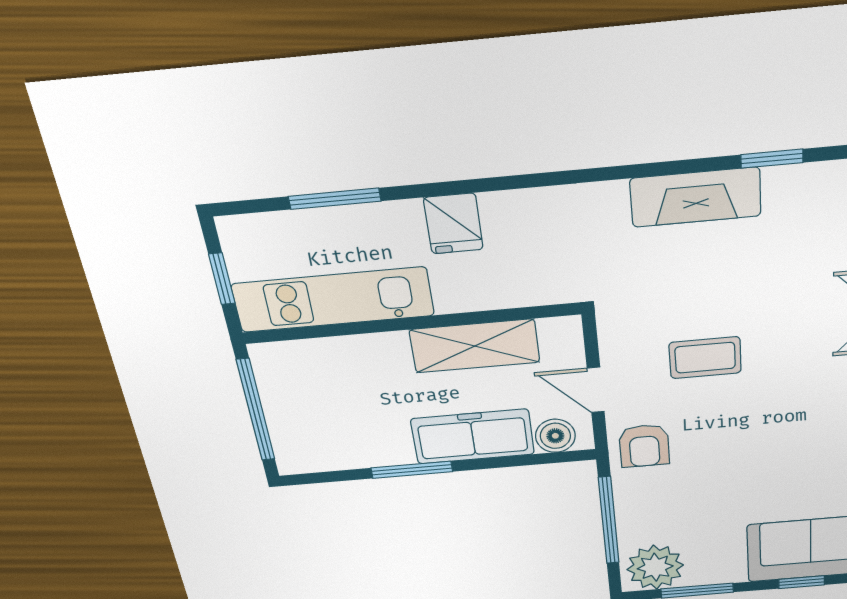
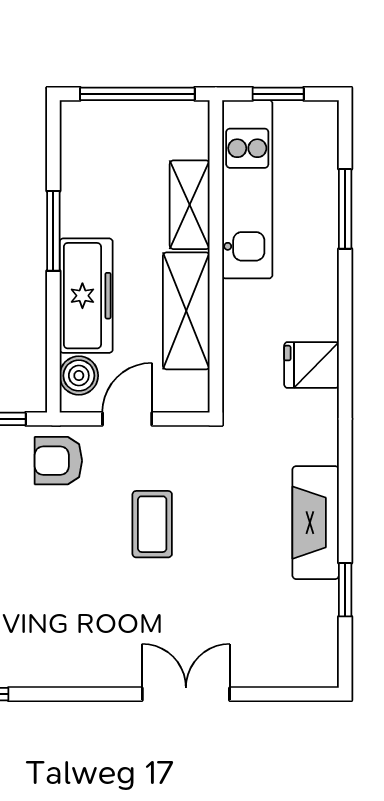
fridge: (453, 224) -> (311, 365), moved
shelving: (361, 353) -> (190, 205), added

